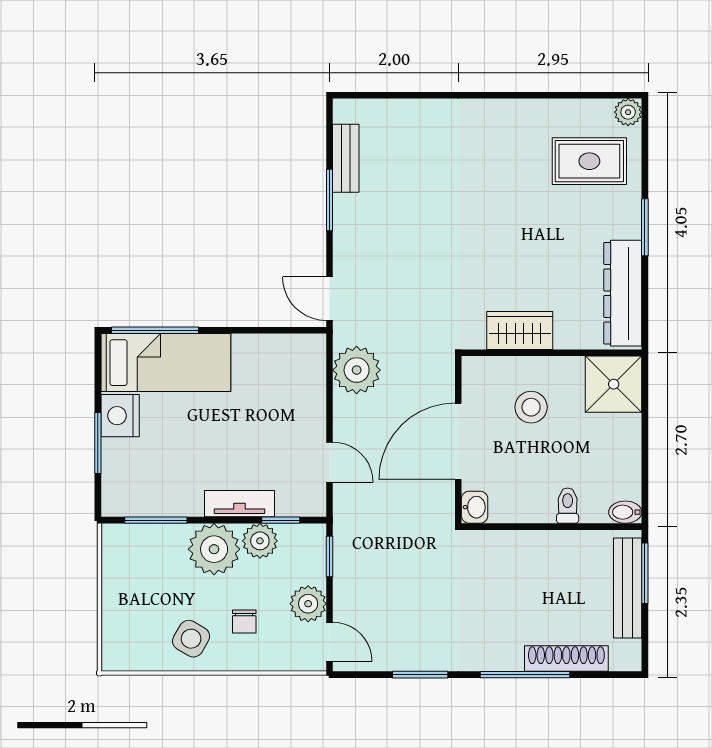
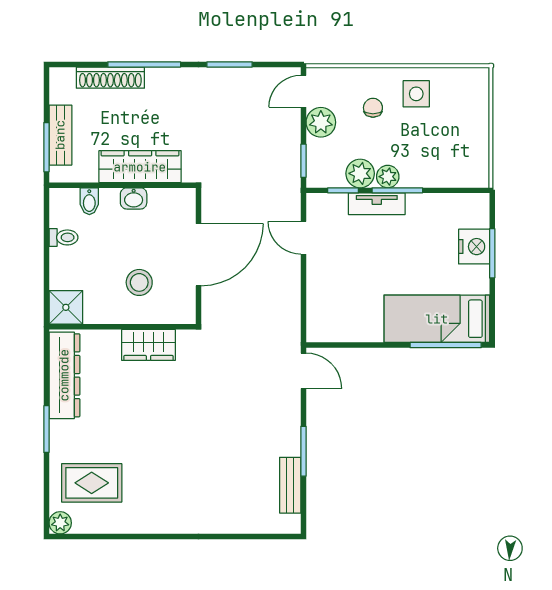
plant: (357, 370) -> (281, 313), removed
shower: (614, 384) -> (66, 307), width x0.73, depth x0.73
nightstand: (120, 416) -> (474, 247), moved
toilet: (568, 506) -> (63, 237), moved, turned -90
washbasin: (475, 507) -> (134, 198), moved, turned -90
bidet: (625, 512) -> (89, 201), moved, turned 90
window: (156, 520) -> (397, 190), moved
plant: (214, 549) -> (388, 177), width x0.53, depth x0.53
wardrobe: (530, 549) -> (140, 167), added
bench: (628, 588) -> (60, 135), width x0.73
side table: (191, 639) -> (416, 94), turned -30
door: (330, 642) -> (303, 91), hinge flipped

